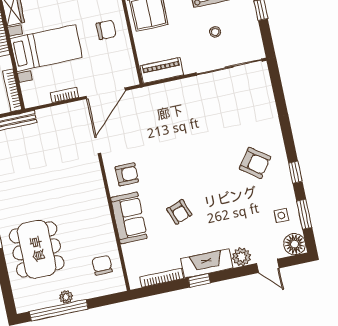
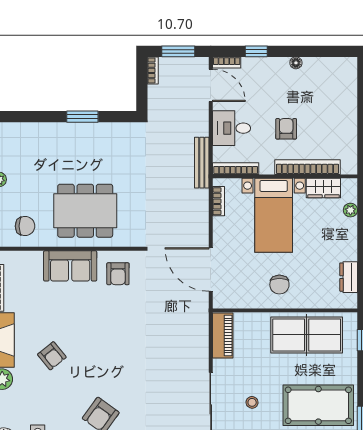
bookcase: (65, 95) -> (218, 201), moved
armchair: (179, 212) -> (52, 356), moved, turned -109
dining table: (37, 249) -> (85, 211), moved

